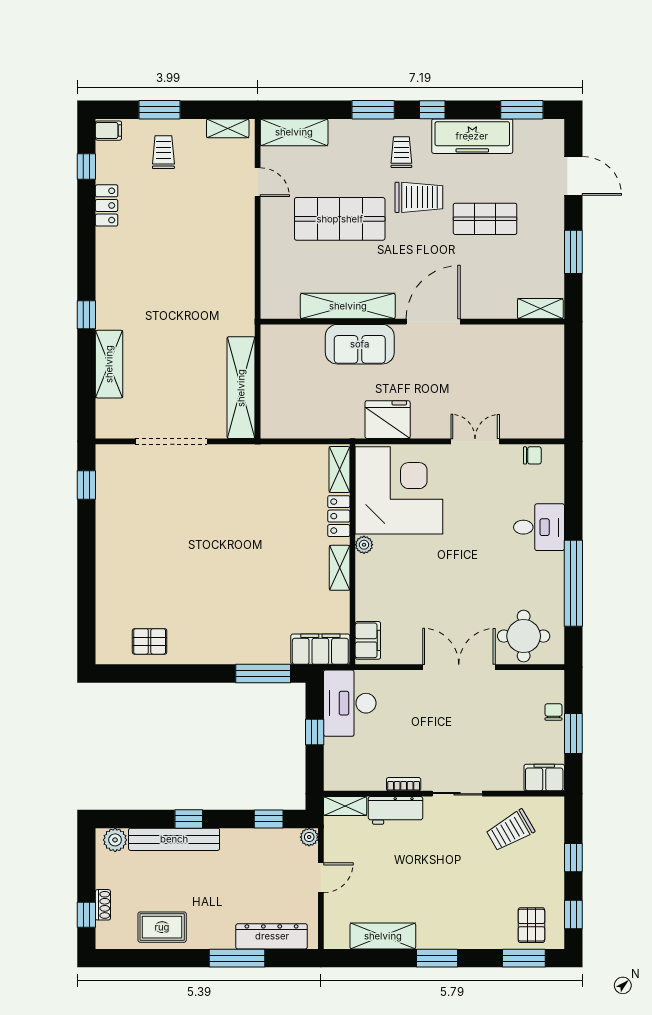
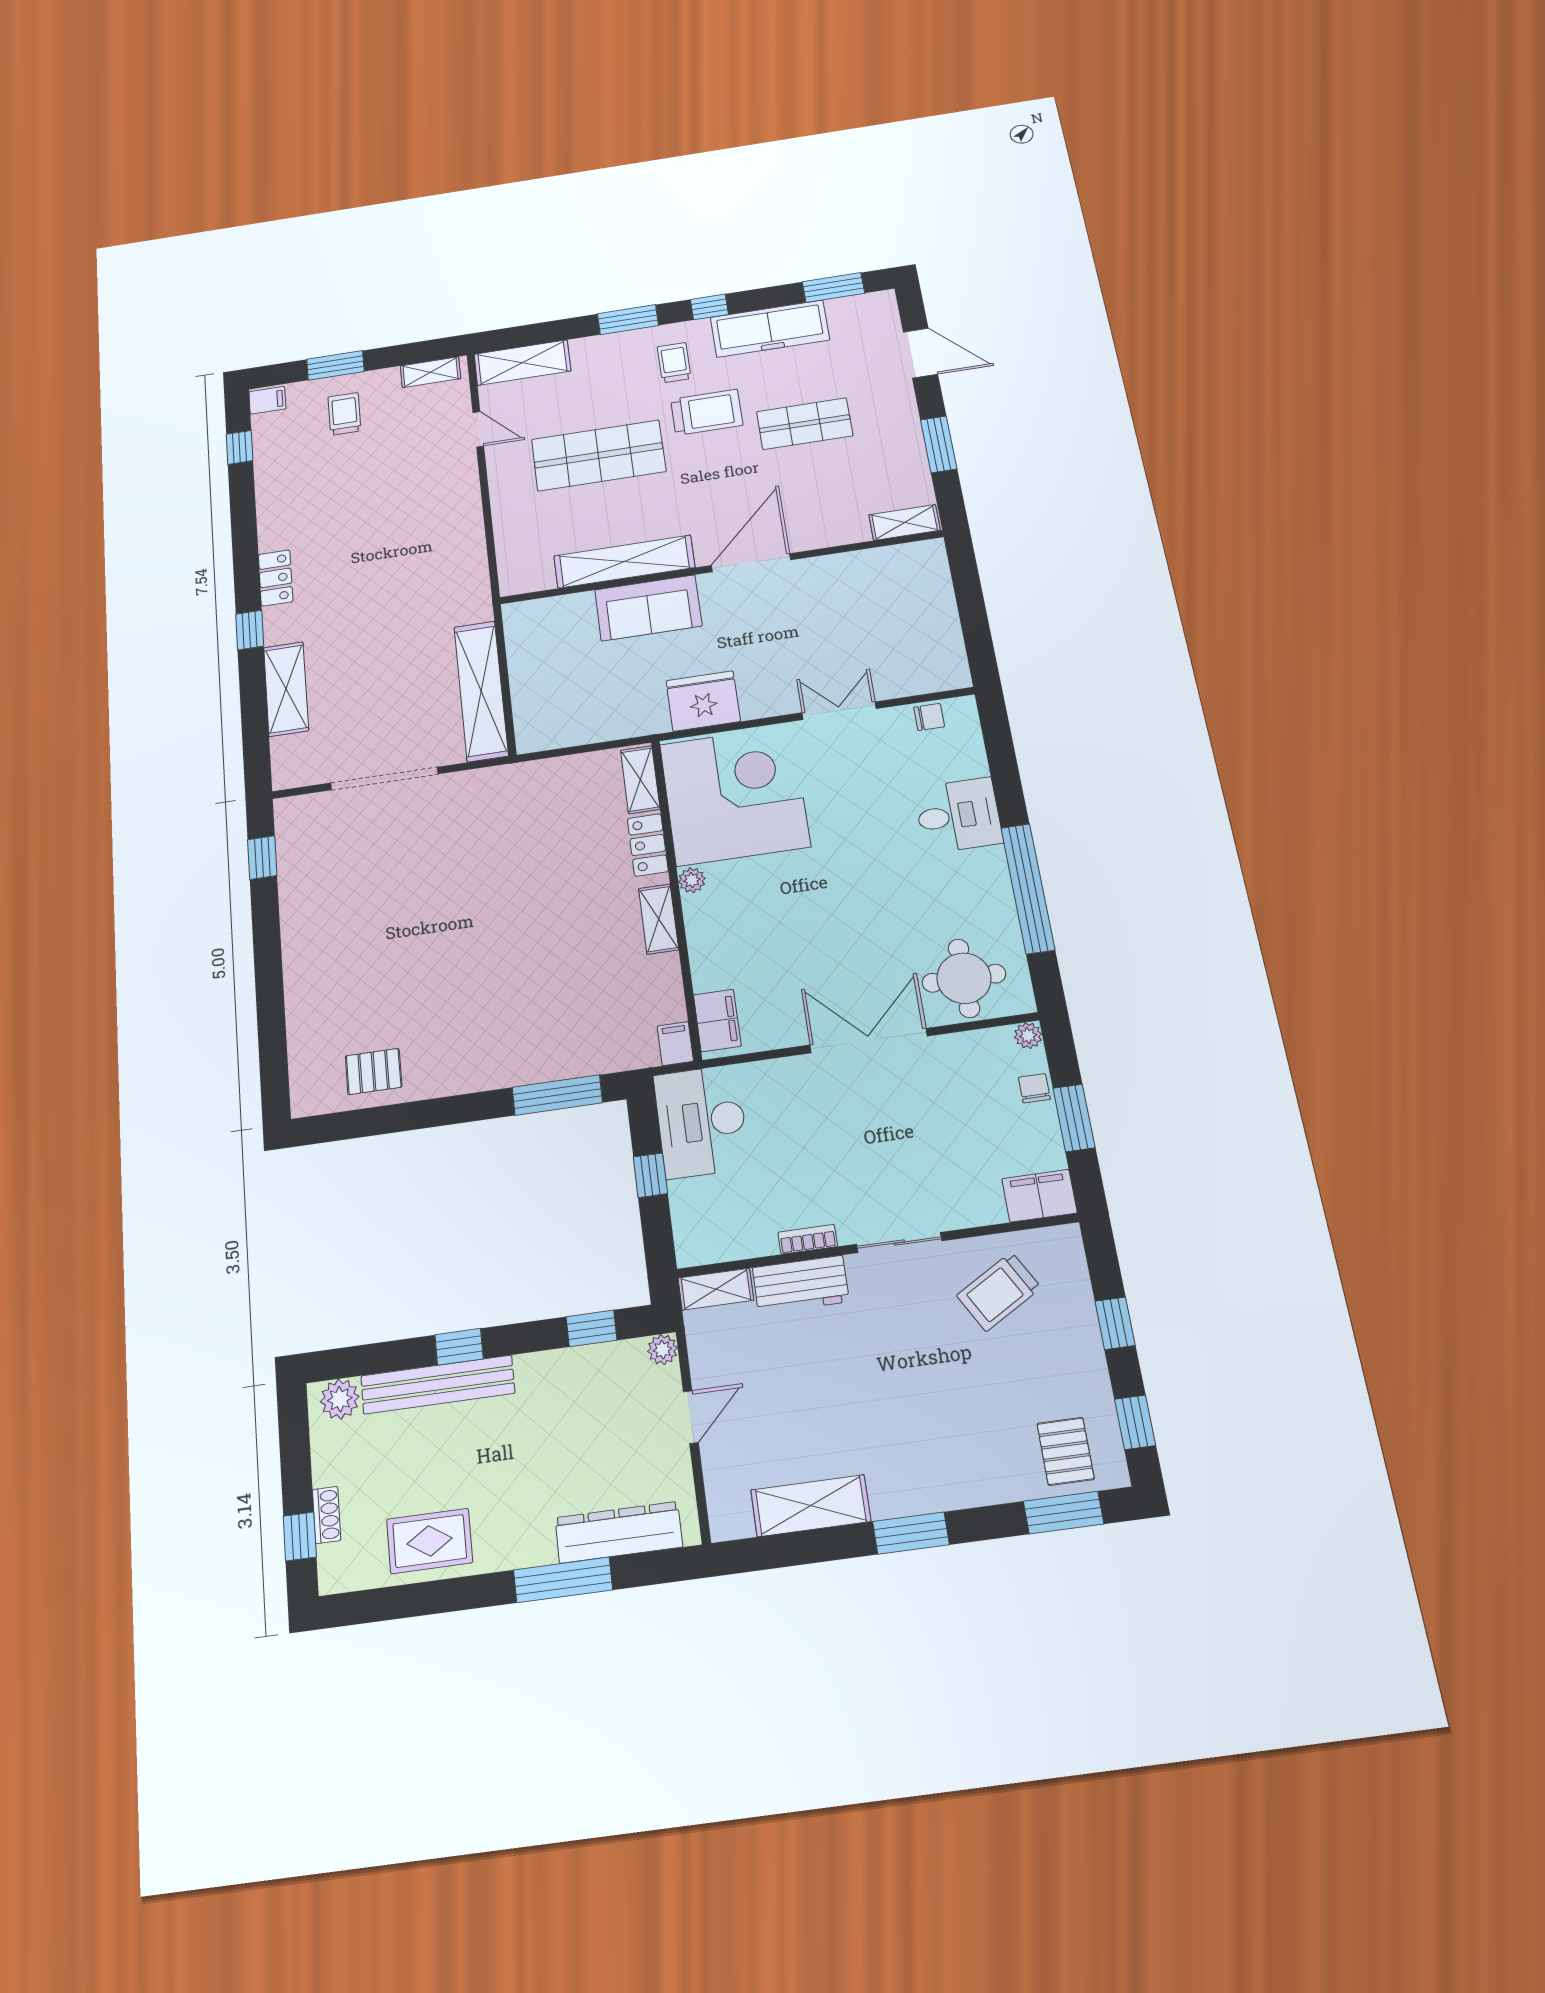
locker: (107, 205) -> (276, 578), moved
filing cabinet: (320, 649) -> (675, 1044), width x0.33, depth x0.86
plant: (556, 678) -> (1028, 1036), added

